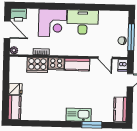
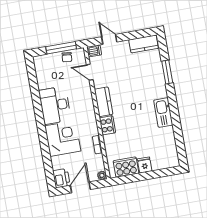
door: (105, 58) -> (90, 72), swing flipped
cooker: (37, 65) -> (126, 167), moved, turned -90
kitchen counter: (15, 107) -> (165, 162), removed
kitchen sink: (79, 115) -> (163, 113), moved

